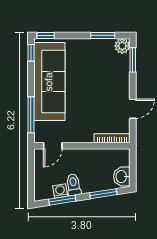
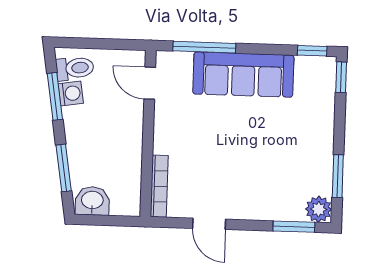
sofa: (49, 82) -> (243, 75), width x0.74, depth x0.79
toilet: (73, 185) -> (75, 68), moved

